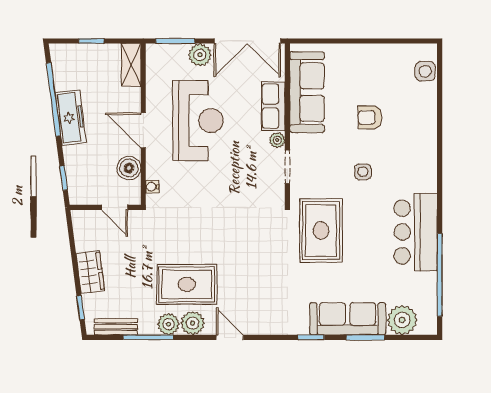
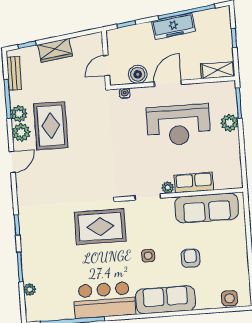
double door: (247, 41) -> (243, 159), removed
sofa: (348, 319) -> (165, 300), moved, turned -90
plant: (402, 320) -> (30, 290), width x0.53, depth x0.53

